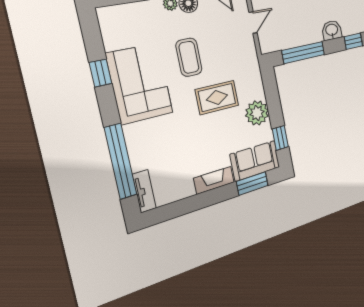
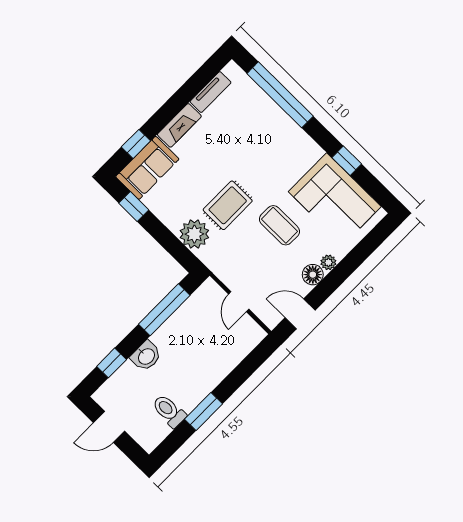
corner sofa: (140, 84) -> (335, 199), moved
plant: (257, 113) -> (194, 234), moved
window: (252, 183) -> (136, 144), width x0.67
tv unit: (144, 191) -> (210, 92), moved, turned -90

